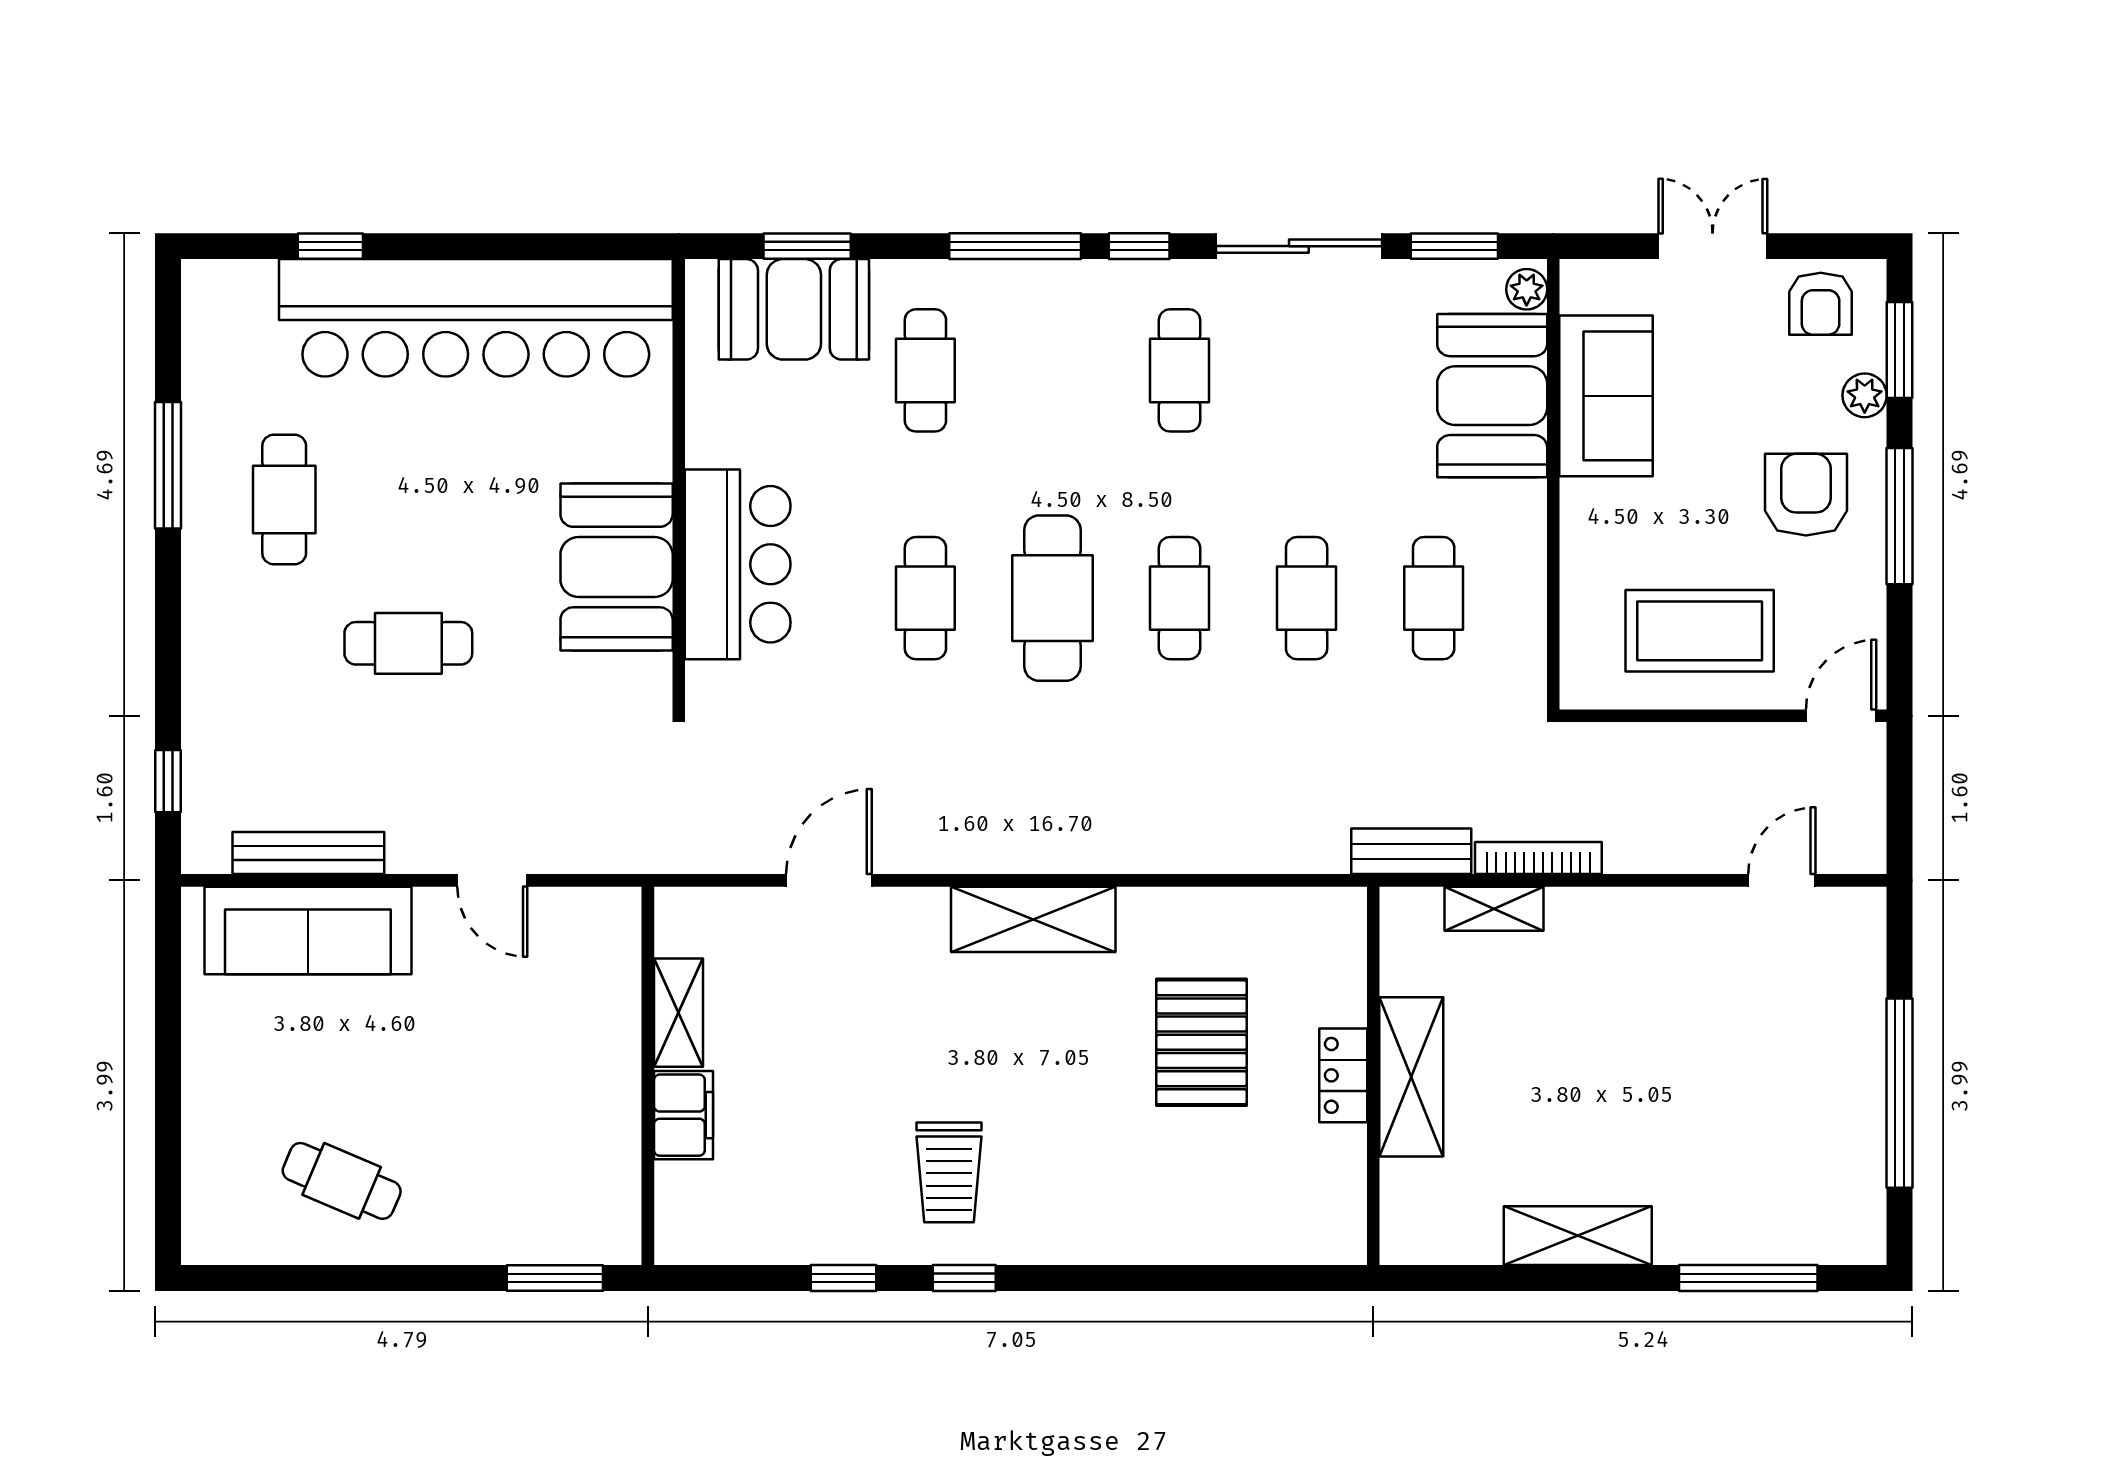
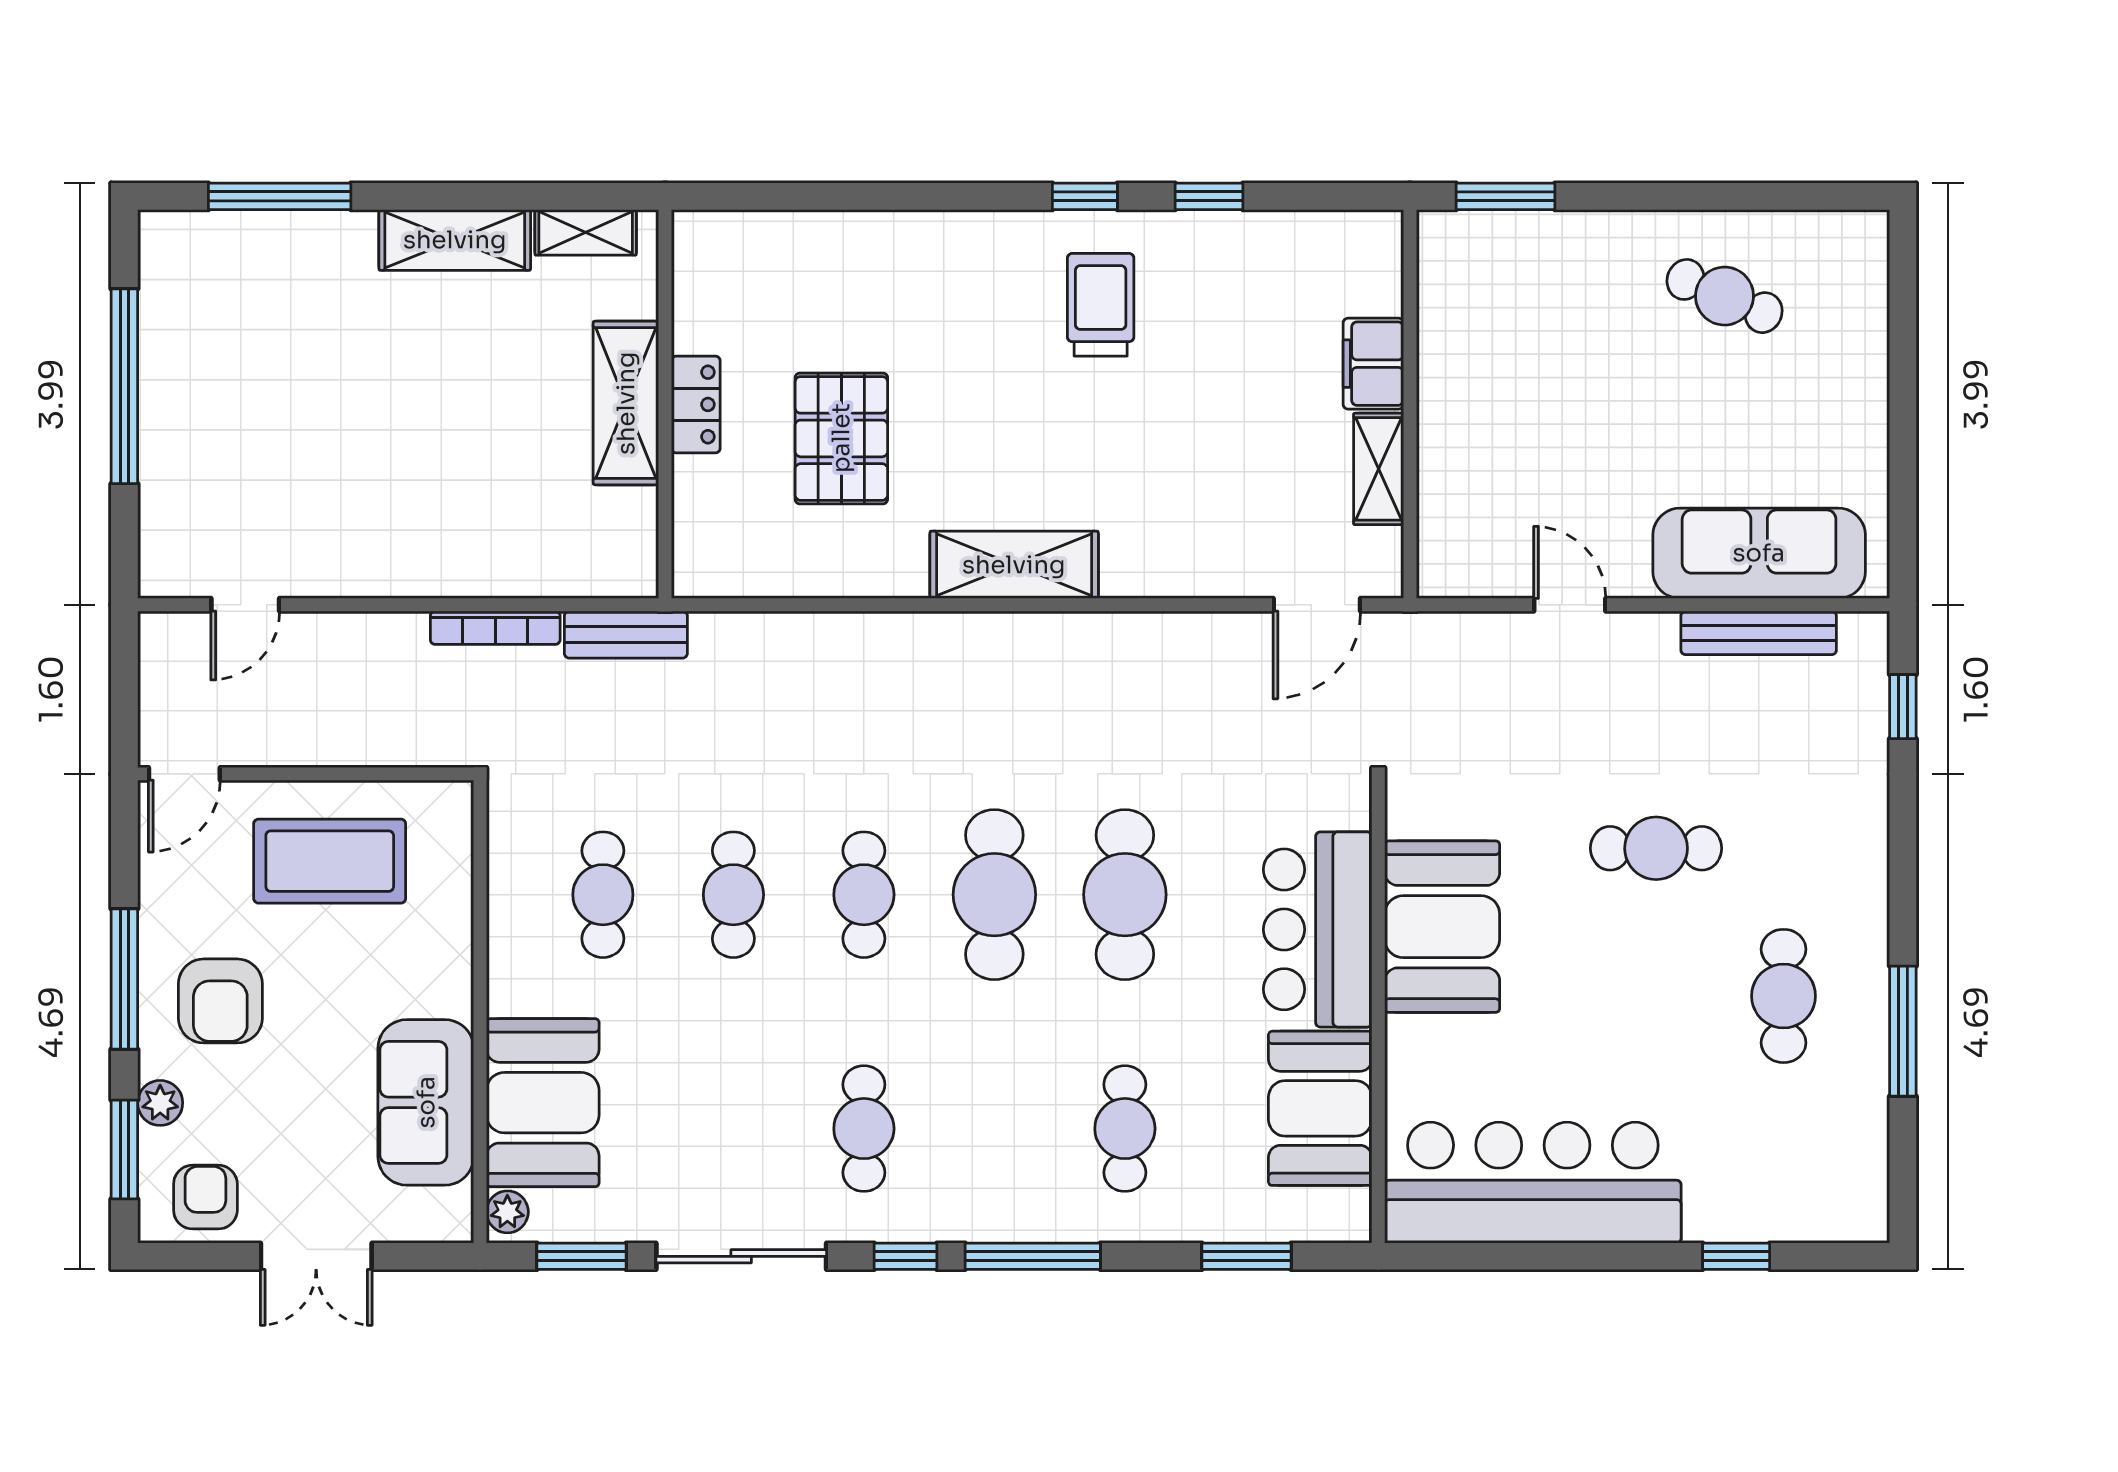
booth: (794, 309) -> (1320, 1108), moved, turned 90
bar counter: (476, 318) -> (1533, 1183), width x0.73
cafe table: (925, 598) -> (1125, 895), width x1.37, depth x1.35
door: (829, 880) -> (1317, 605), moved
shelving: (1494, 909) -> (586, 232), moved

